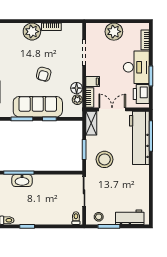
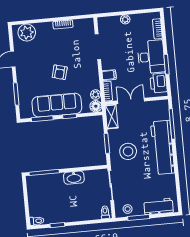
plant: (32, 32) -> (27, 33), moved
plant: (114, 32) -> (125, 19), width x0.53, depth x0.53
floor lamp: (77, 88) -> (96, 106), moved
workbench: (139, 138) -> (163, 147), moved
washbasin: (22, 181) -> (74, 178), moved

